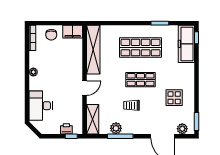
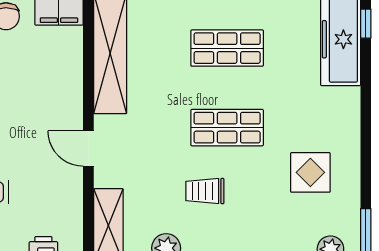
shop shelf: (141, 48) -> (227, 48), width x0.70, depth x0.74
door: (85, 88) -> (88, 149), swing flipped

